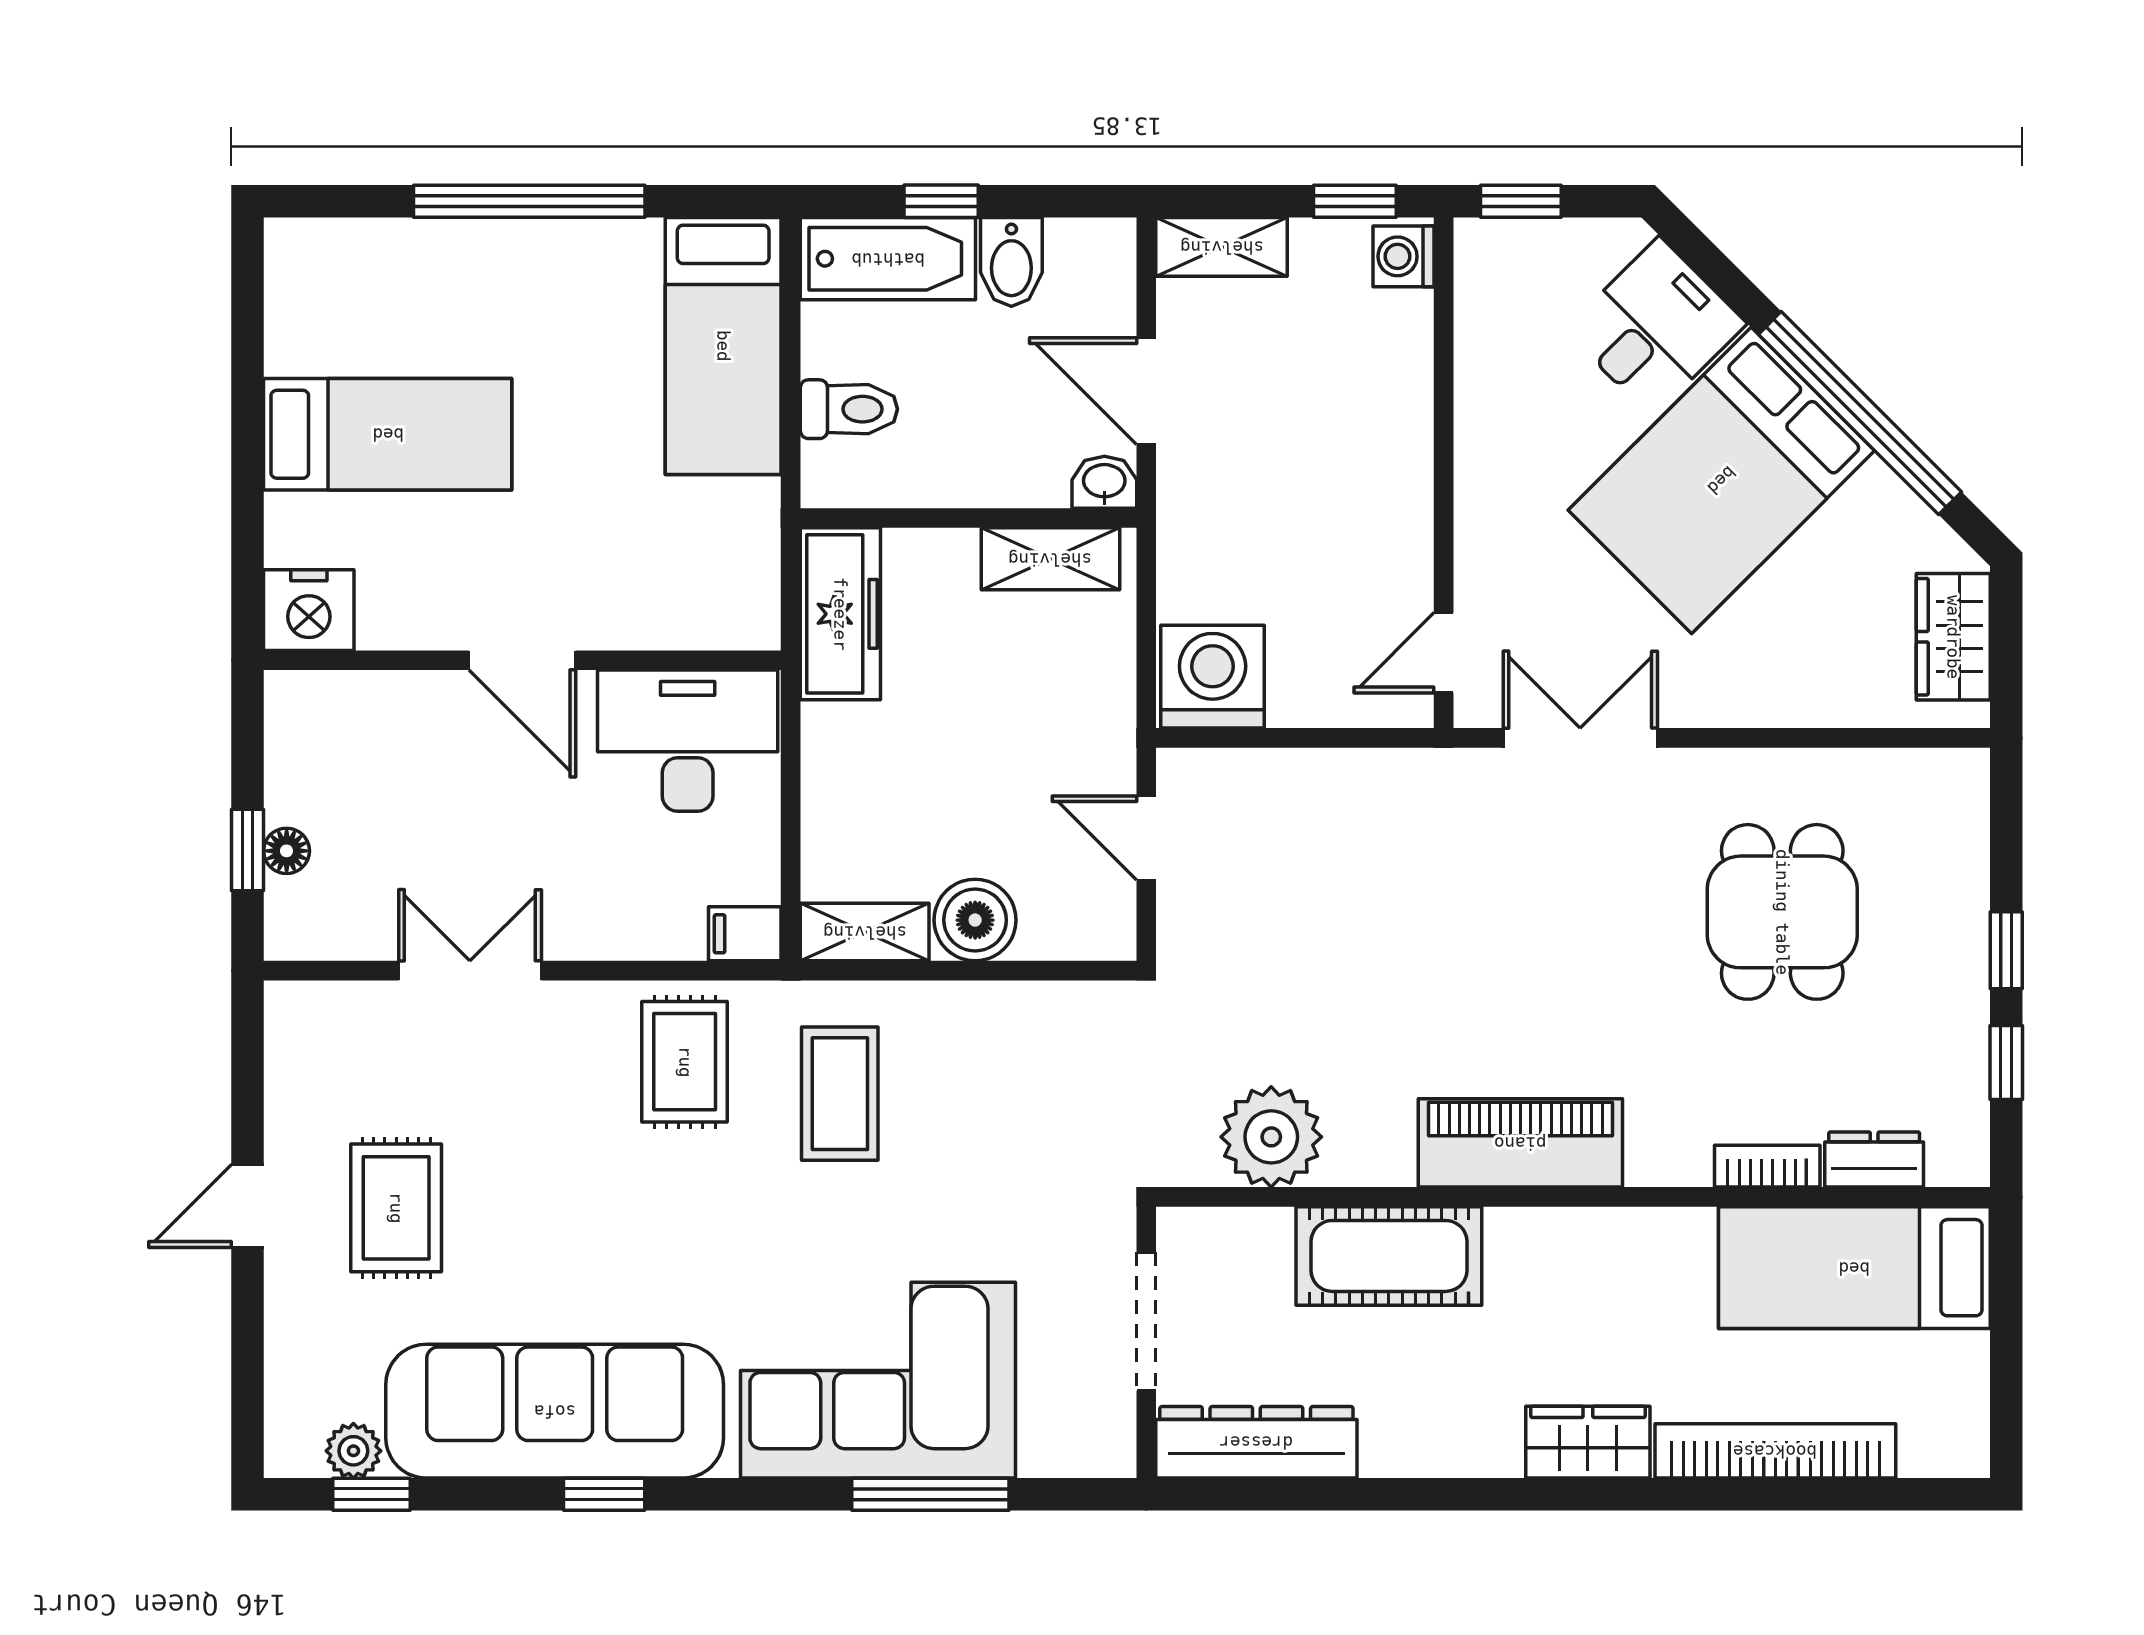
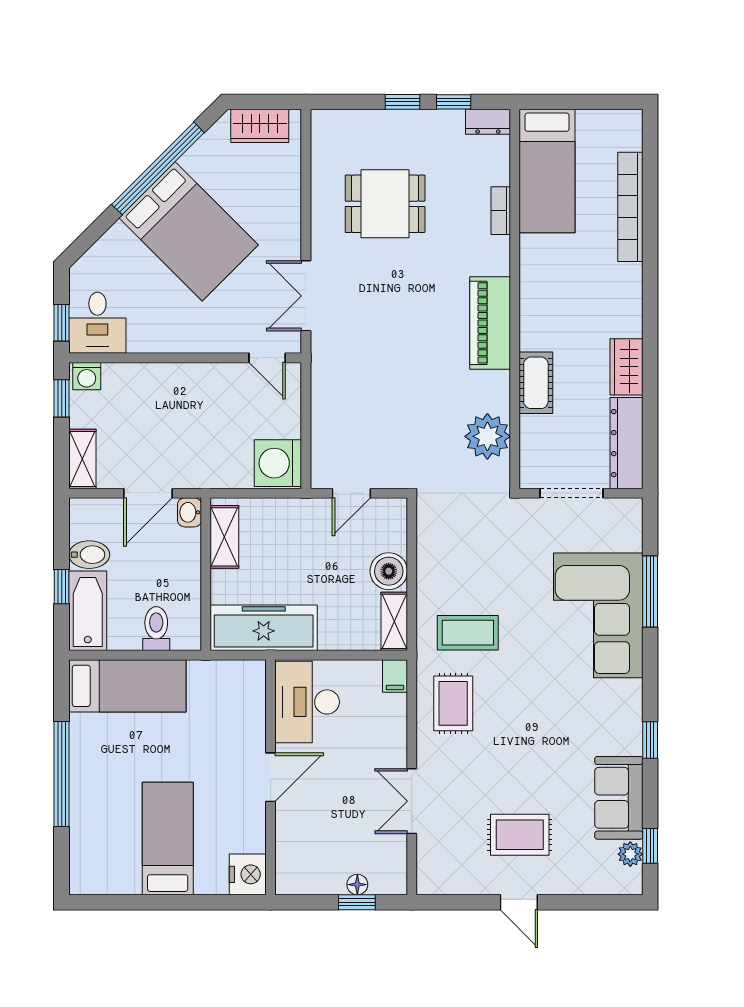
desk: (1656, 327) -> (97, 323), moved, turned -135
freezer: (840, 614) -> (264, 628), width x1.36, depth x1.26
rug: (685, 1062) -> (453, 703), turned 90
dresser: (1874, 1160) -> (488, 122), moved, turned -90
cot: (1389, 1256) -> (536, 383), width x0.73, depth x0.75
sofa: (555, 1411) -> (619, 798), width x0.54, depth x0.79
wardrobe: (1588, 1442) -> (626, 367), moved

